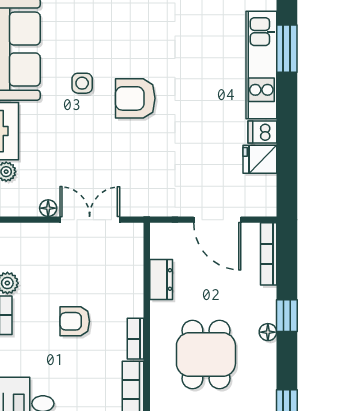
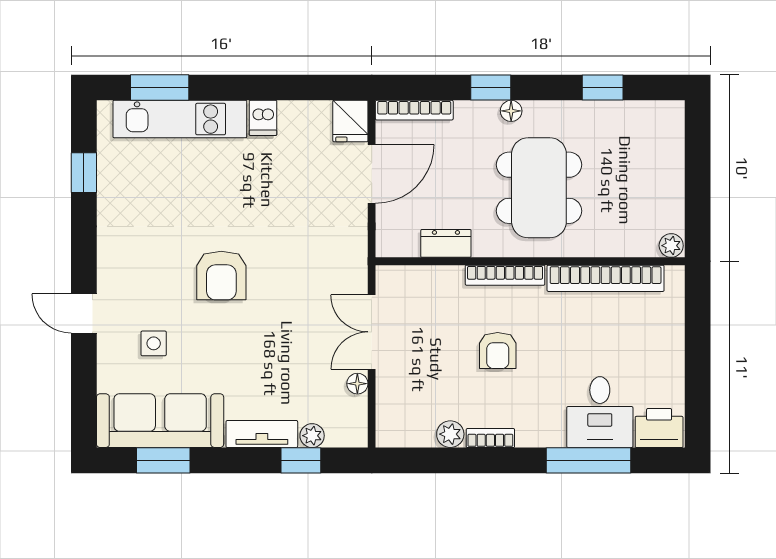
side table: (82, 83) -> (154, 343), moved
fridge: (260, 159) -> (350, 121), moved
bookcase: (135, 339) -> (505, 275), width x1.56
dining table: (206, 355) -> (539, 188), width x1.38

